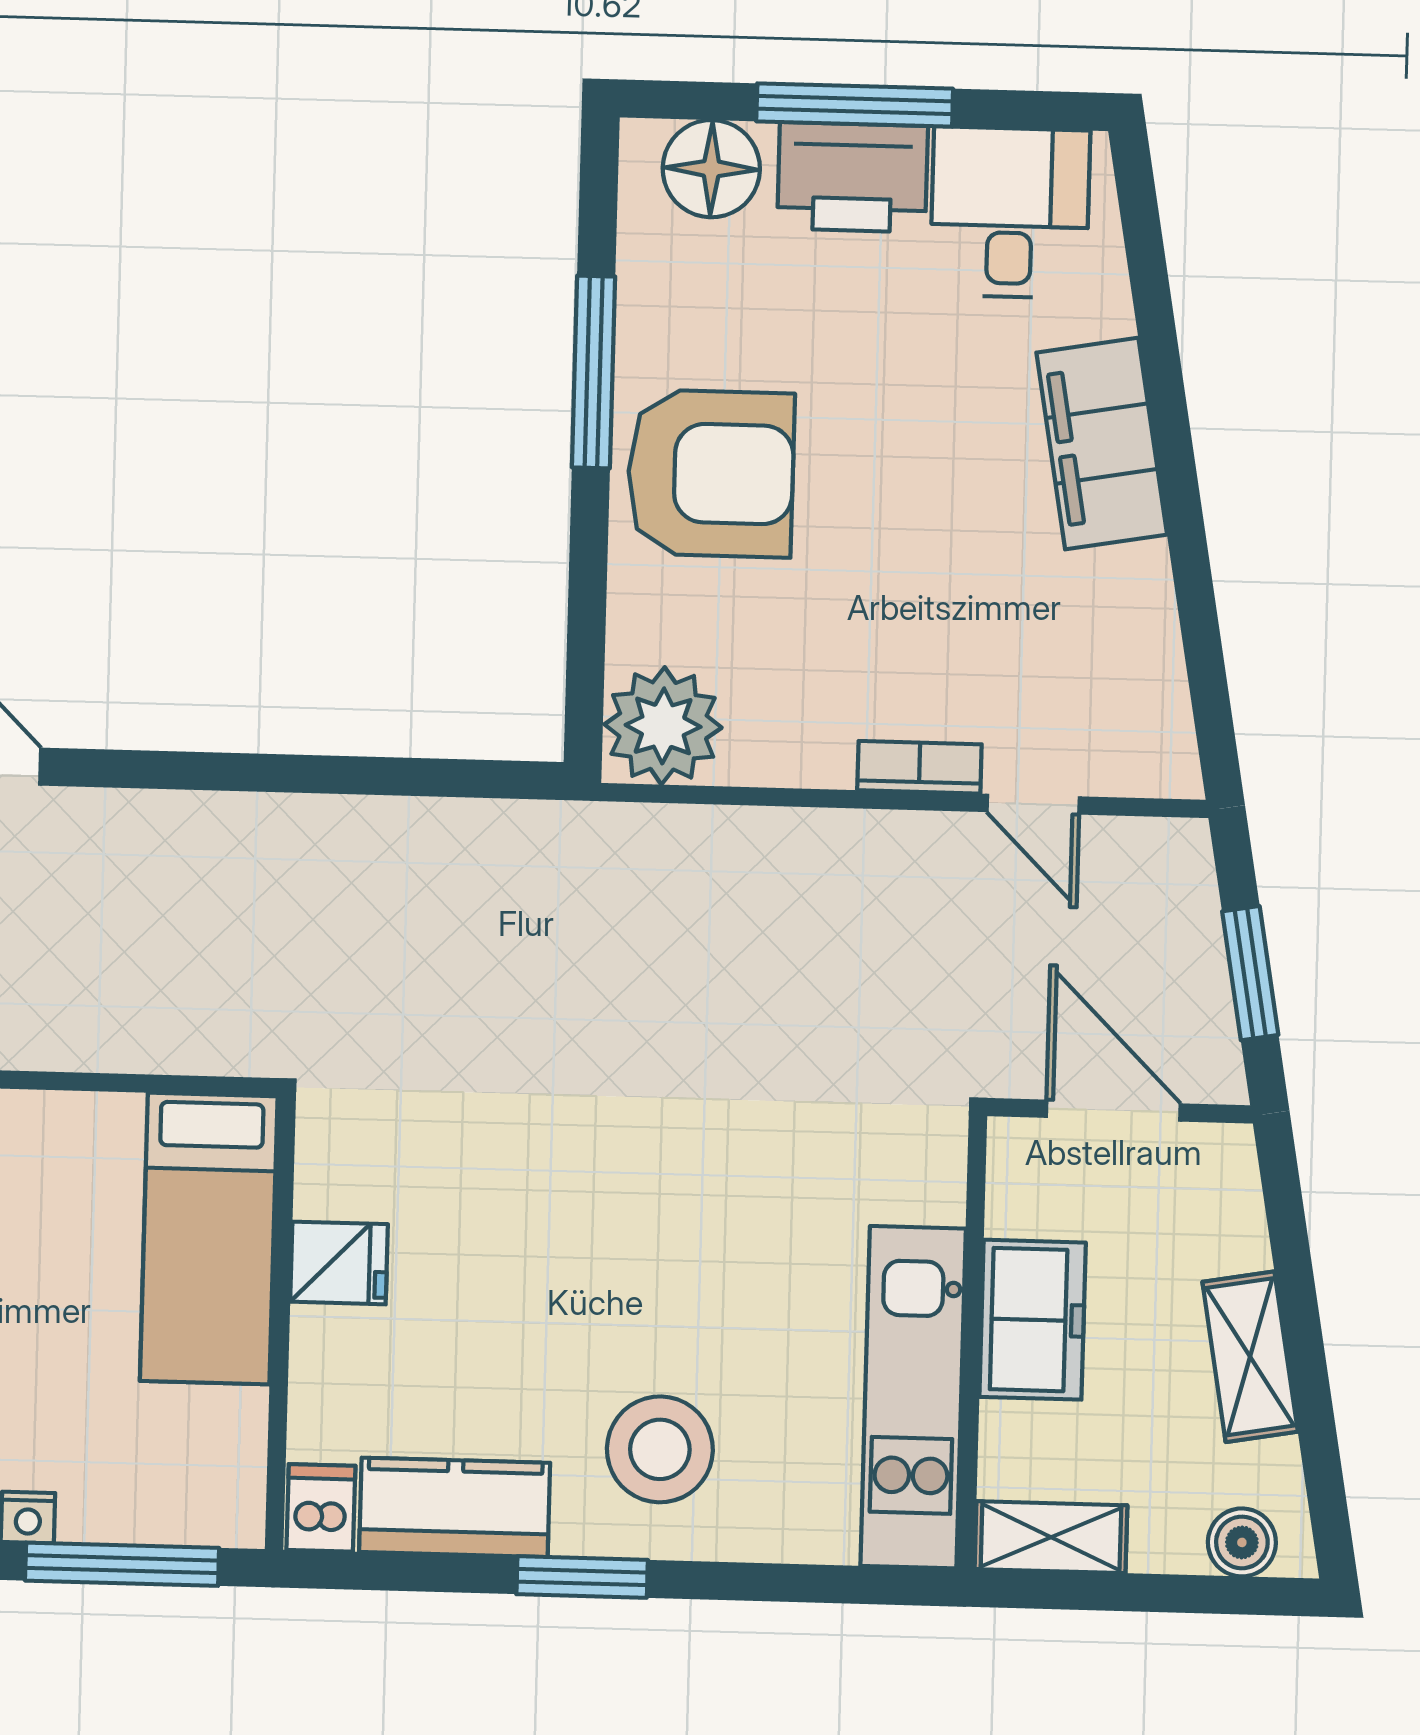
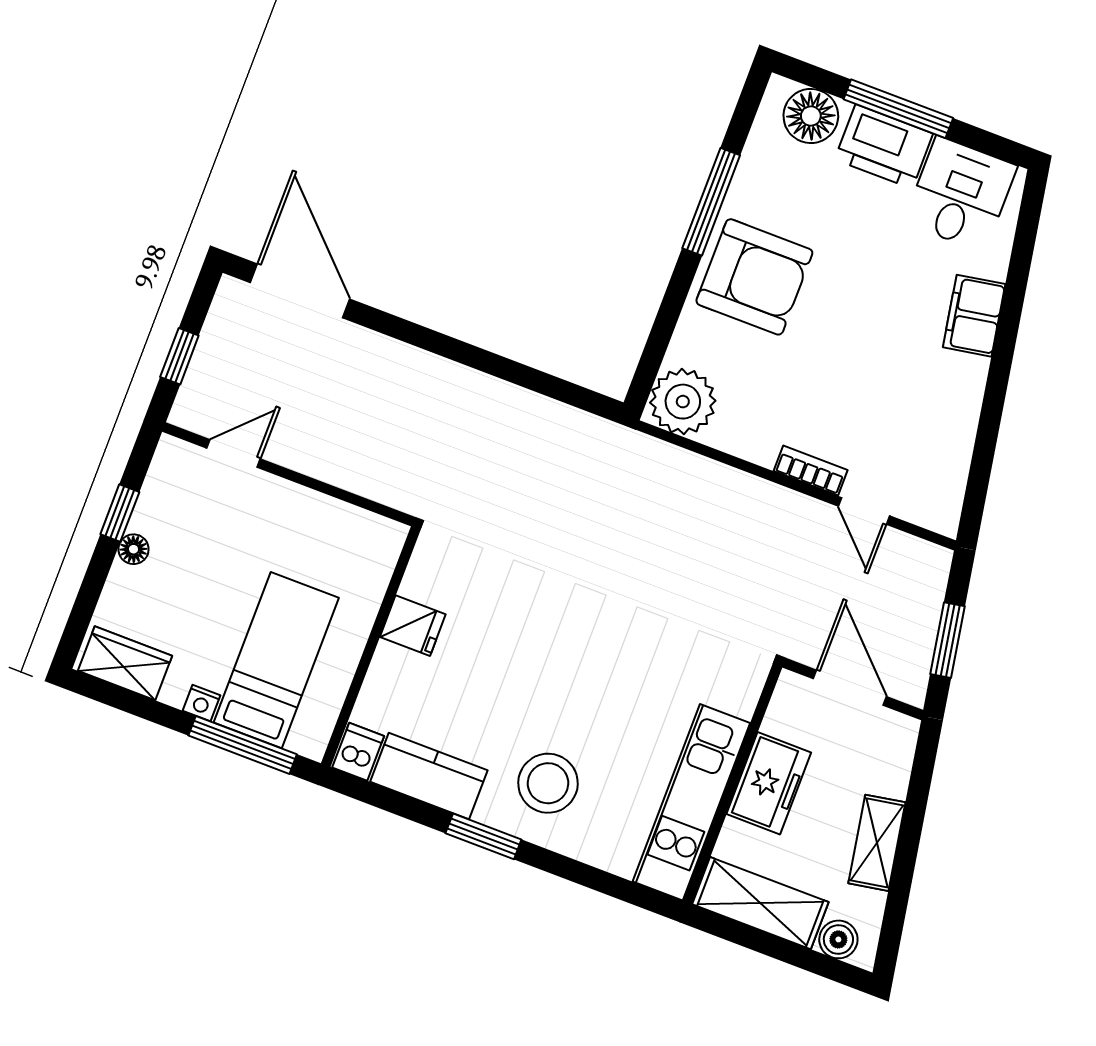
filing cabinet: (1102, 444) -> (974, 316), width x0.67, depth x0.86
bed: (209, 1239) -> (276, 660), moved, turned 180
shelving: (1051, 1537) -> (760, 903), width x1.50, depth x1.33

